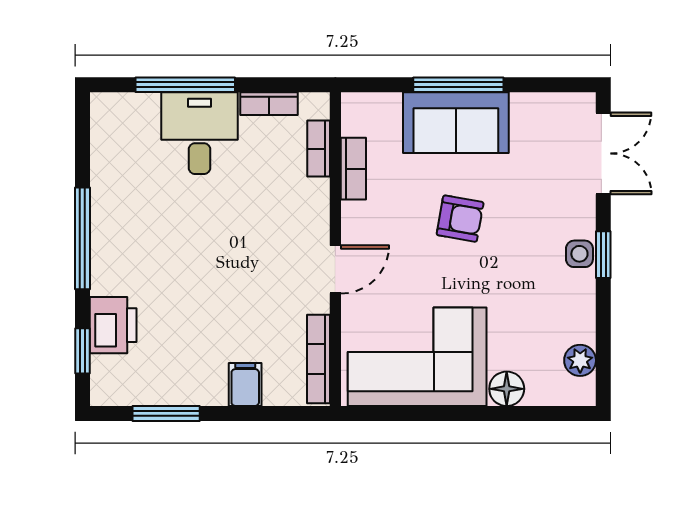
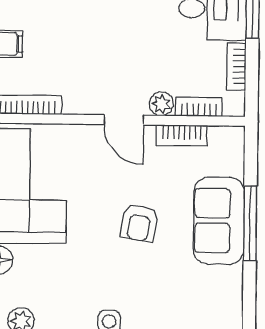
plant: (315, 194) -> (161, 104), added
door: (335, 269) -> (124, 120), moved

